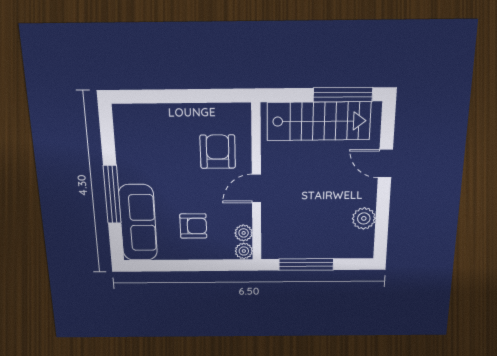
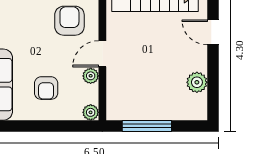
armchair: (193, 226) -> (46, 88), turned 90
plant: (244, 233) -> (91, 76), moved

